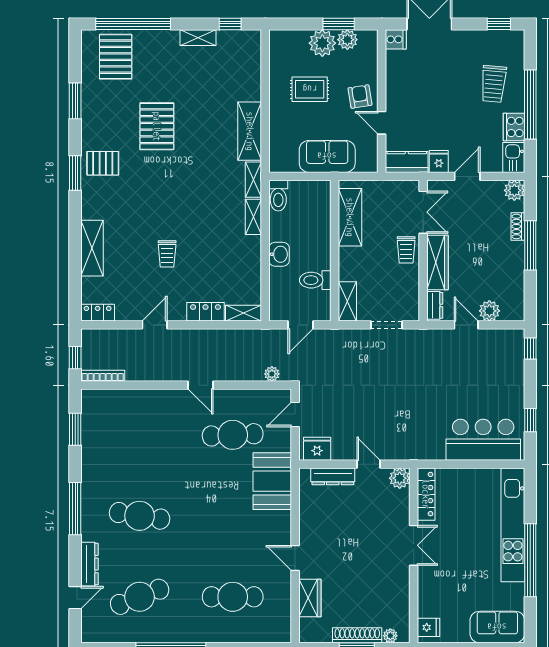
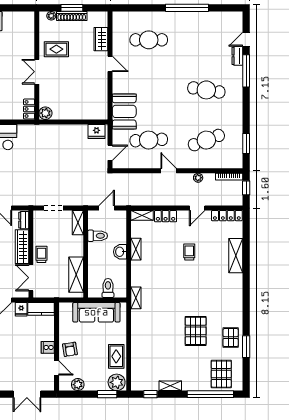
window: (339, 24) -> (107, 394), moved
cooker: (396, 39) -> (48, 347), moved
plant: (322, 43) -> (117, 382), moved
rug: (310, 89) -> (116, 356), moved, turned 90
door: (382, 123) -> (56, 368), moved
shelving: (250, 131) -> (138, 328), removed
sofa: (327, 156) -> (96, 312), width x1.36
pallet: (103, 163) -> (231, 338), moved, turned 90
window: (75, 173) -> (246, 302), removed
toilet: (278, 196) -> (108, 288), moved
shelving: (253, 217) -> (136, 249), moved
locker: (98, 313) -> (227, 216), width x1.53
plant: (272, 374) -> (198, 178), moved
door: (369, 464) -> (65, 122), removed
dresser: (333, 476) -> (87, 114), removed
locker: (426, 494) -> (29, 109), width x0.66
window: (75, 509) -> (246, 71), moved
dresser: (89, 564) -> (237, 56), width x0.70
rug: (382, 582) -> (56, 49), added
cafe table: (140, 597) -> (206, 140), moved
fridge: (429, 627) -> (28, 21), removed

